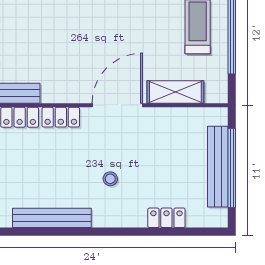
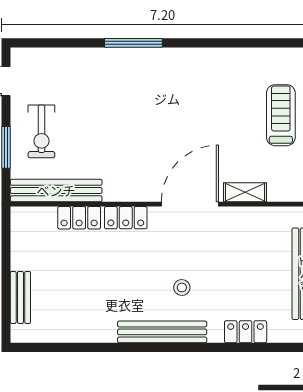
shelving: (175, 92) -> (245, 192), width x0.67, depth x0.75
bench: (52, 218) -> (162, 332), moved

